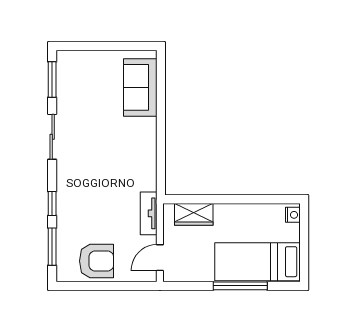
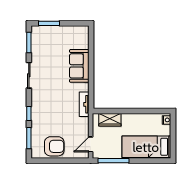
window: (87, 46) -> (49, 23), added
sofa: (140, 87) -> (79, 66), moved
tv unit: (149, 213) -> (84, 104), moved
window: (240, 286) -> (113, 161), moved

